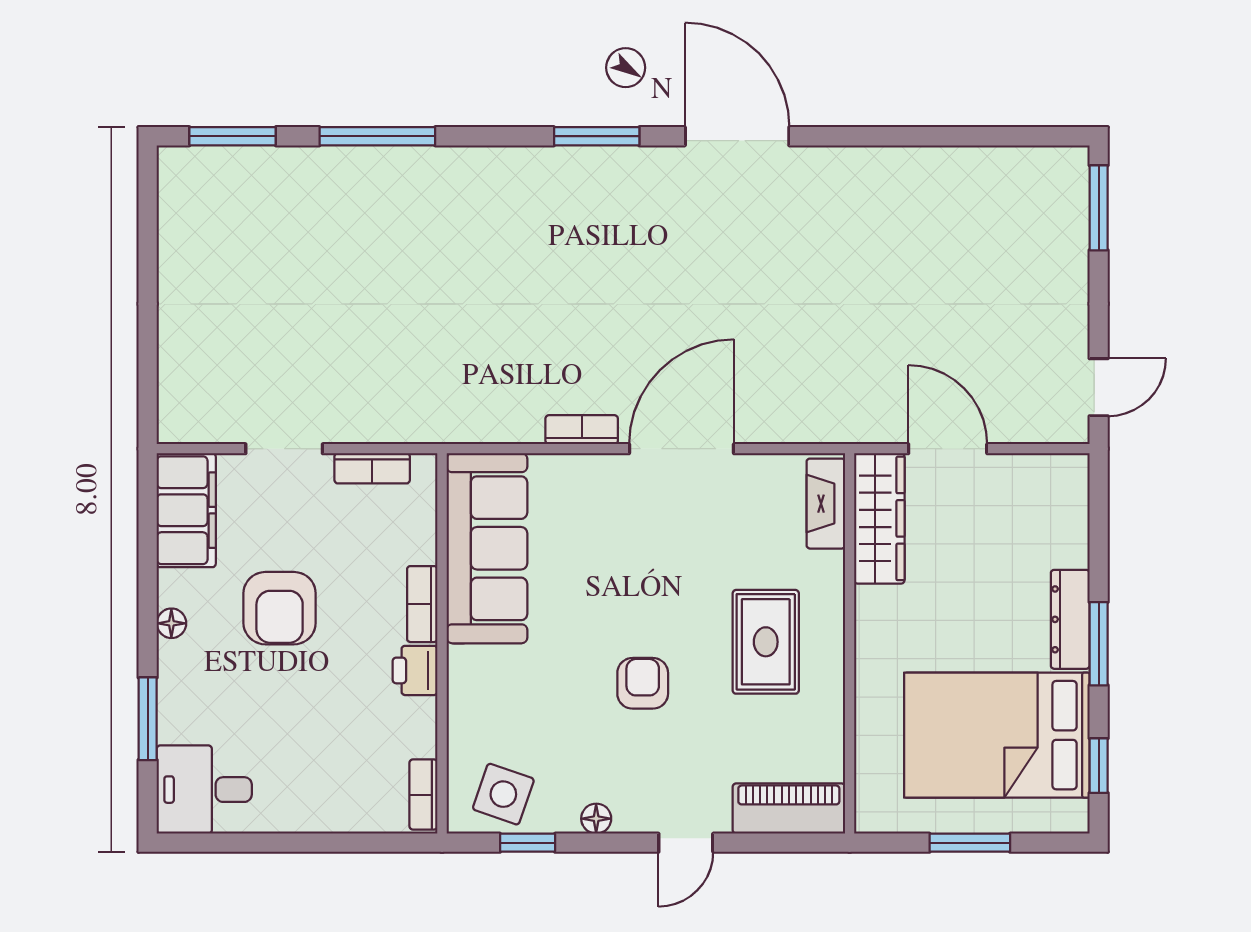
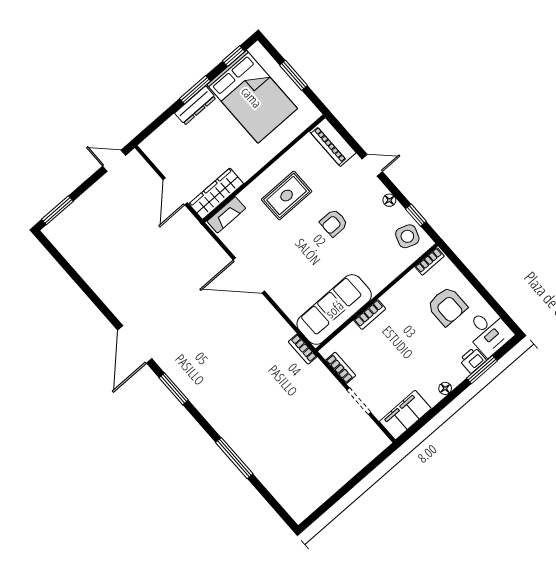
window: (233, 136) -> (274, 504), removed
bookcase: (582, 430) -> (303, 349), moved
armchair: (280, 608) -> (447, 306), moved, turned 90
printer: (415, 670) -> (473, 360), moved, turned 180

